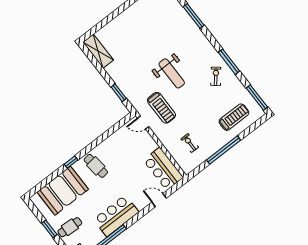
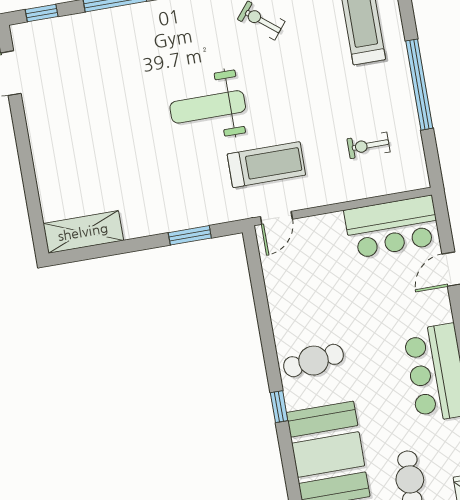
weight bench: (172, 73) -> (208, 107), turned 180

